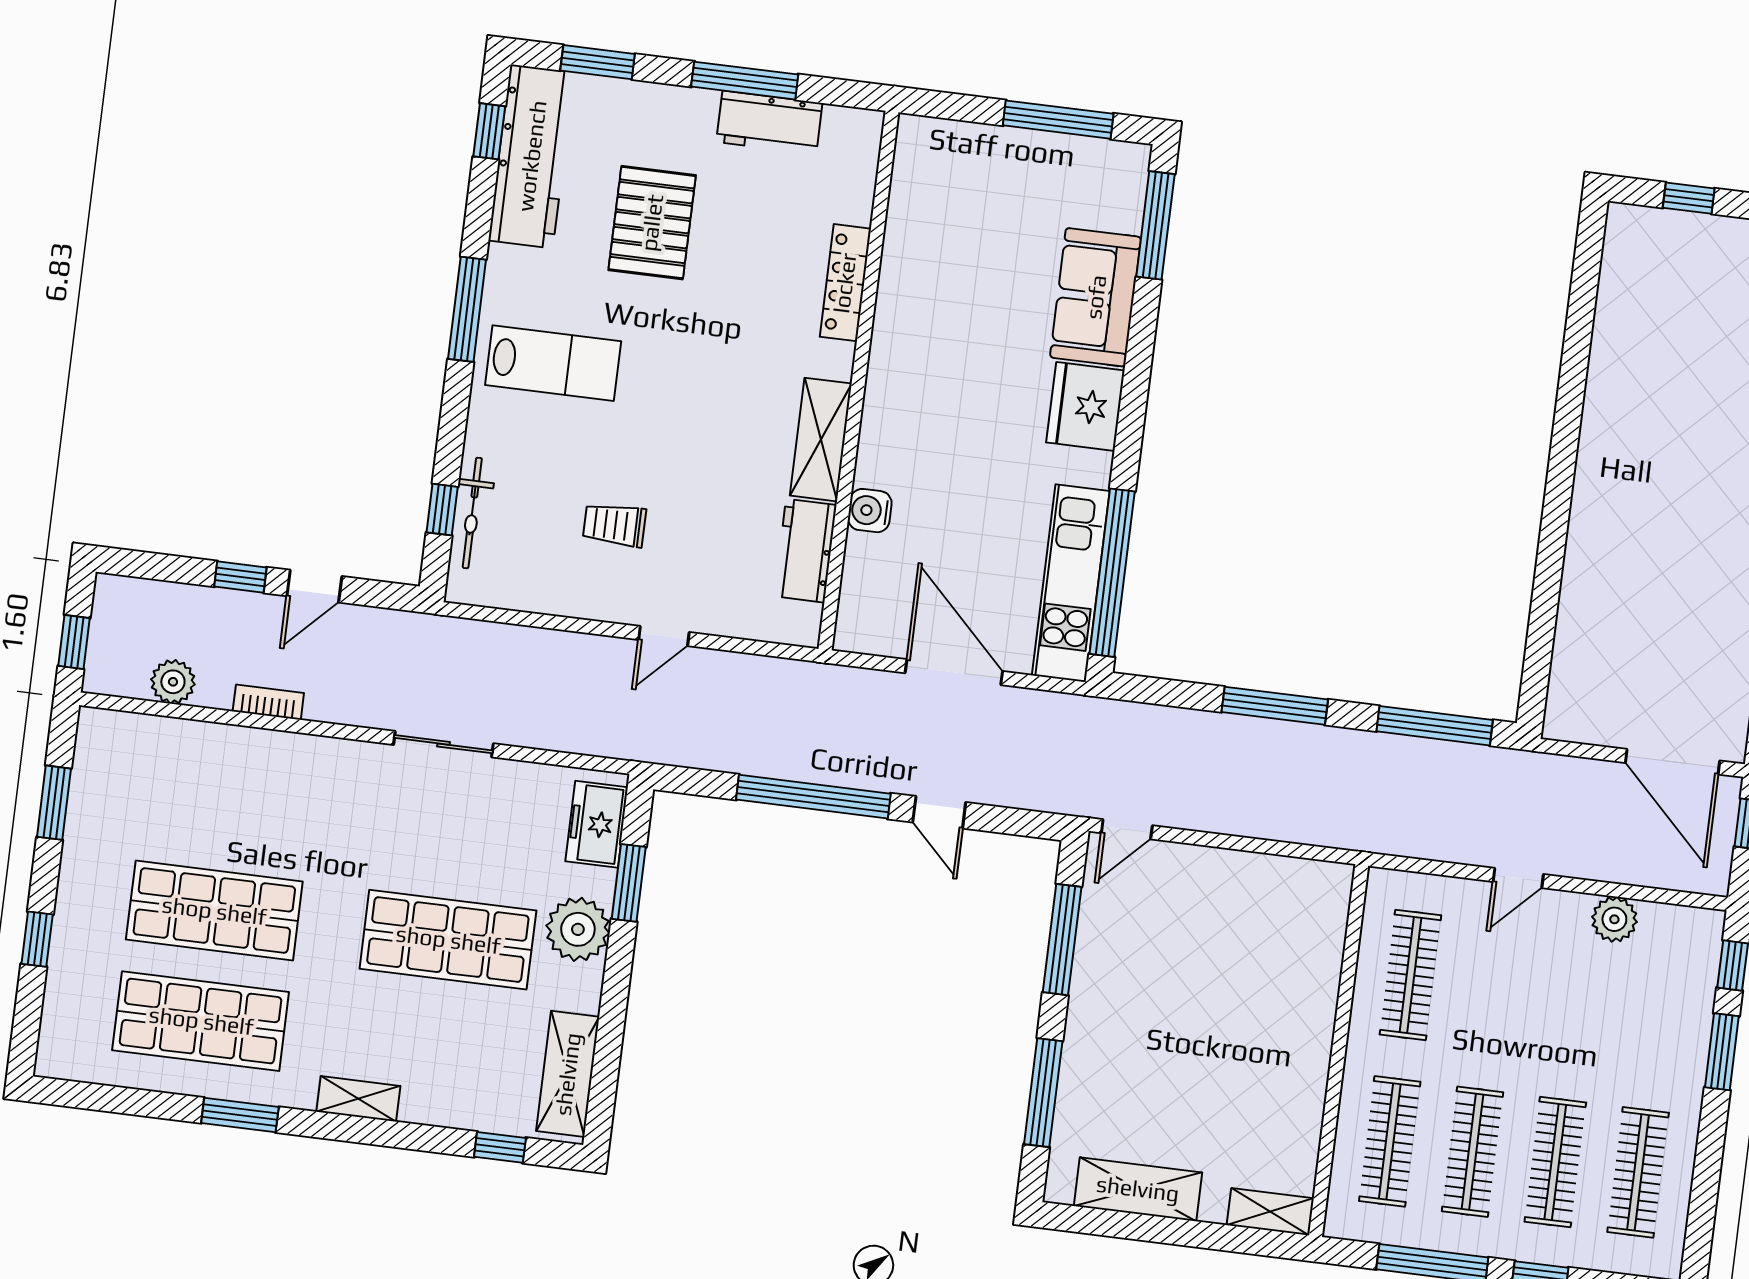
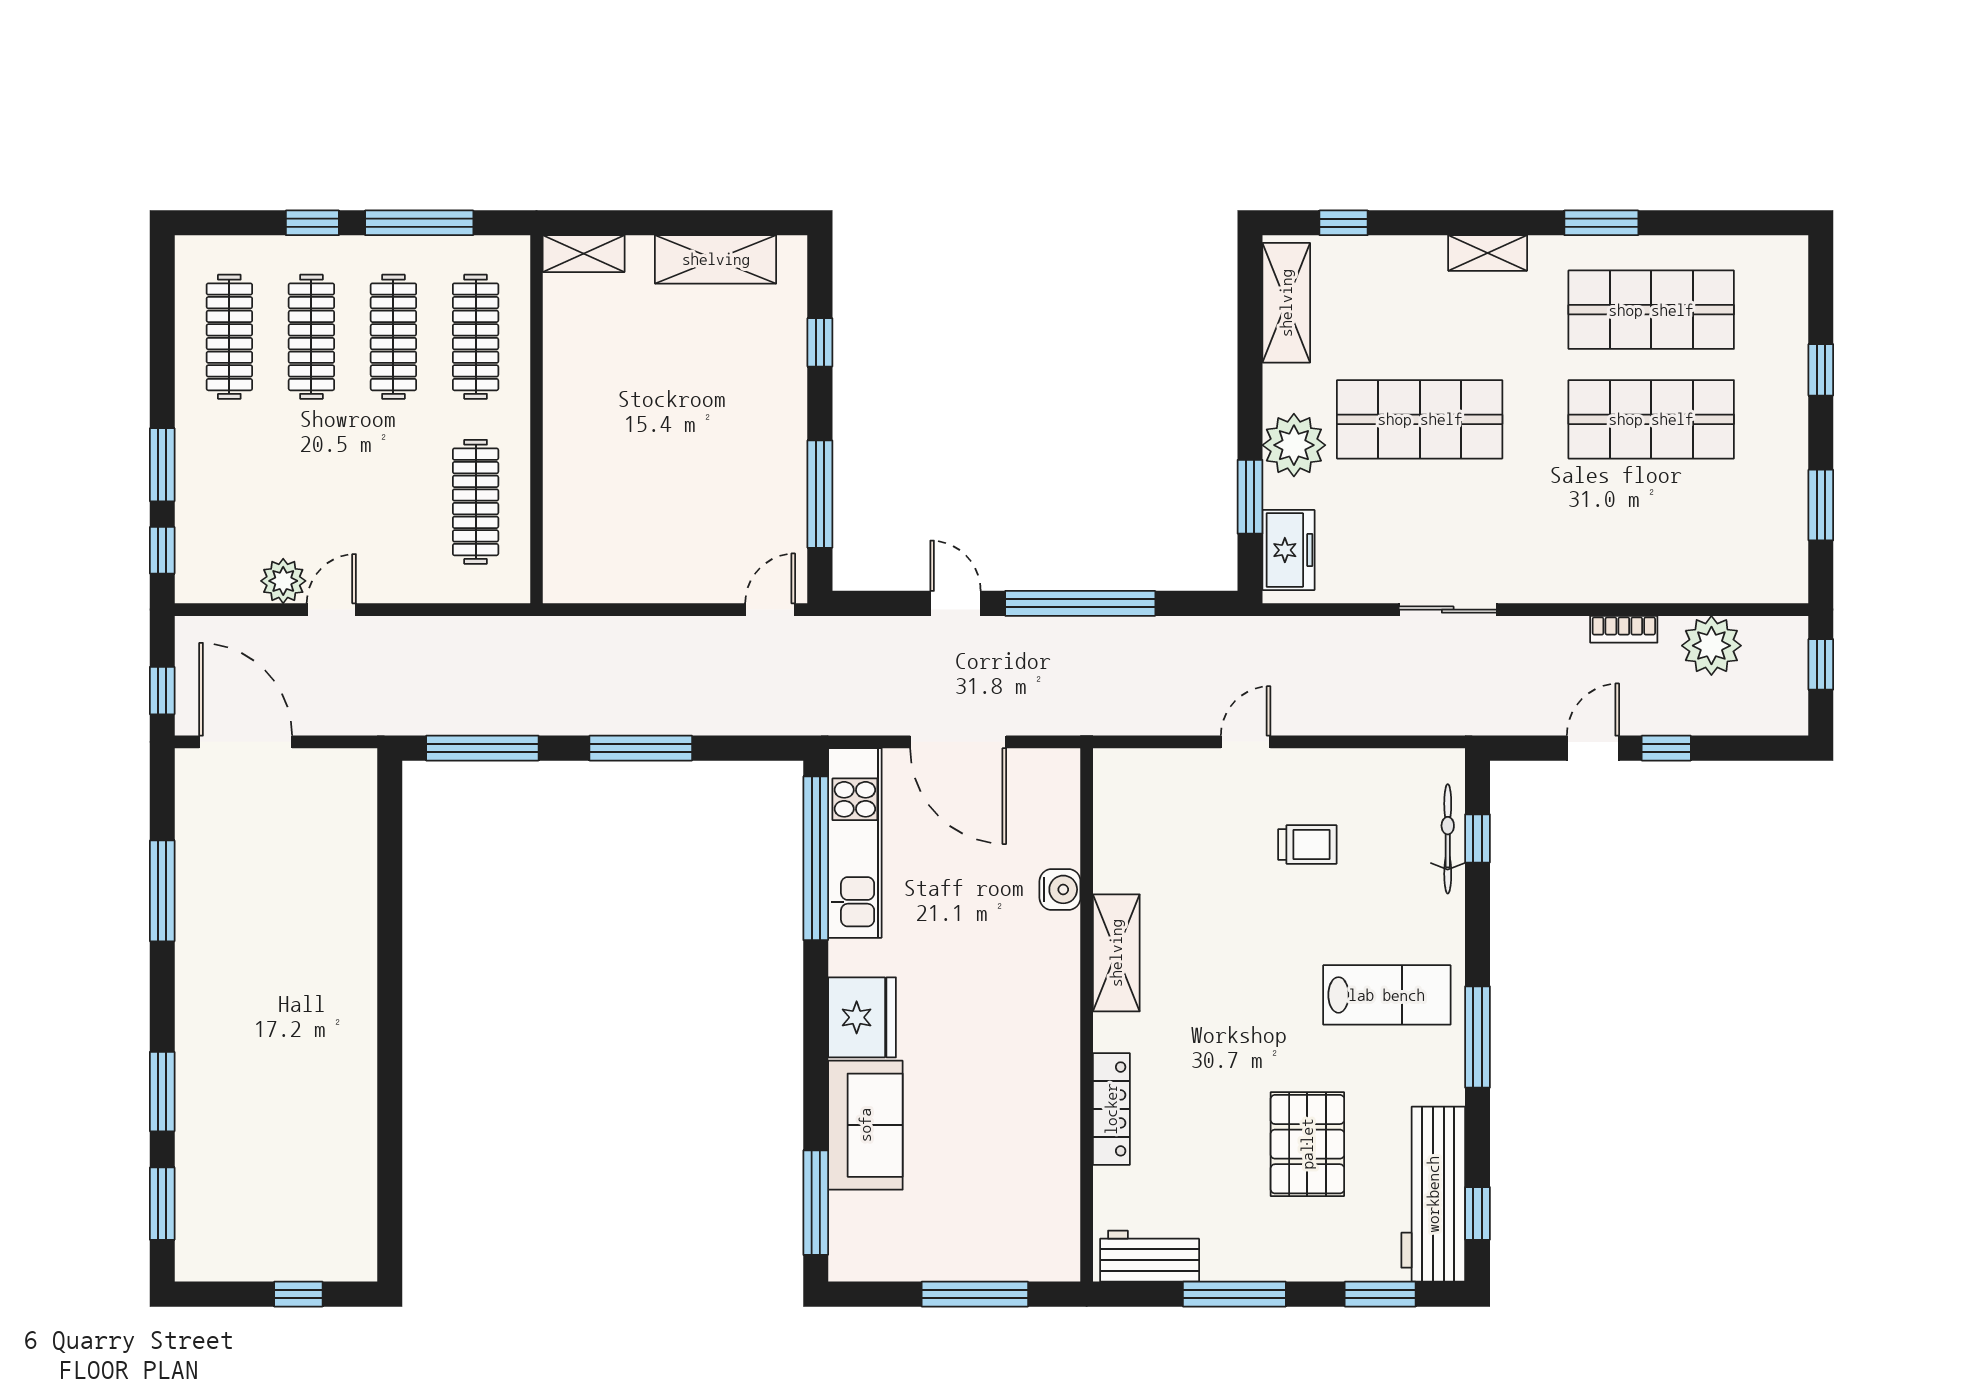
window: (1058, 120) -> (975, 1294), moved
workbench: (769, 123) -> (1150, 1256), moved
lab bench: (553, 363) -> (1387, 995), turned 180
workbench: (805, 551) -> (1118, 842), removed
plant: (173, 682) -> (1711, 646), width x1.36, depth x1.36
door: (1518, 878) -> (331, 610), moved
window: (1043, 1093) -> (820, 342), width x0.46

